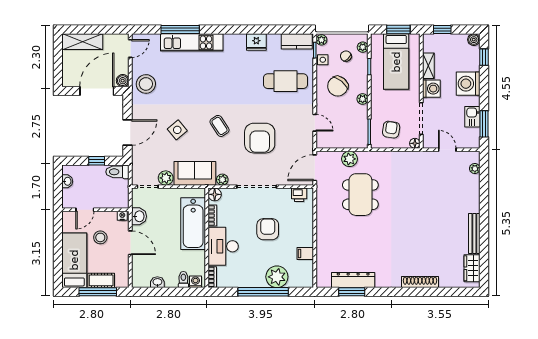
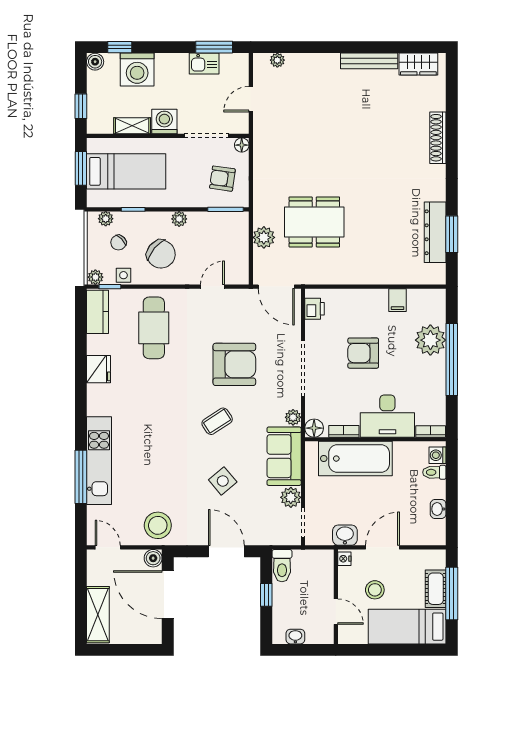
washing machine: (468, 84) -> (137, 70), moved

